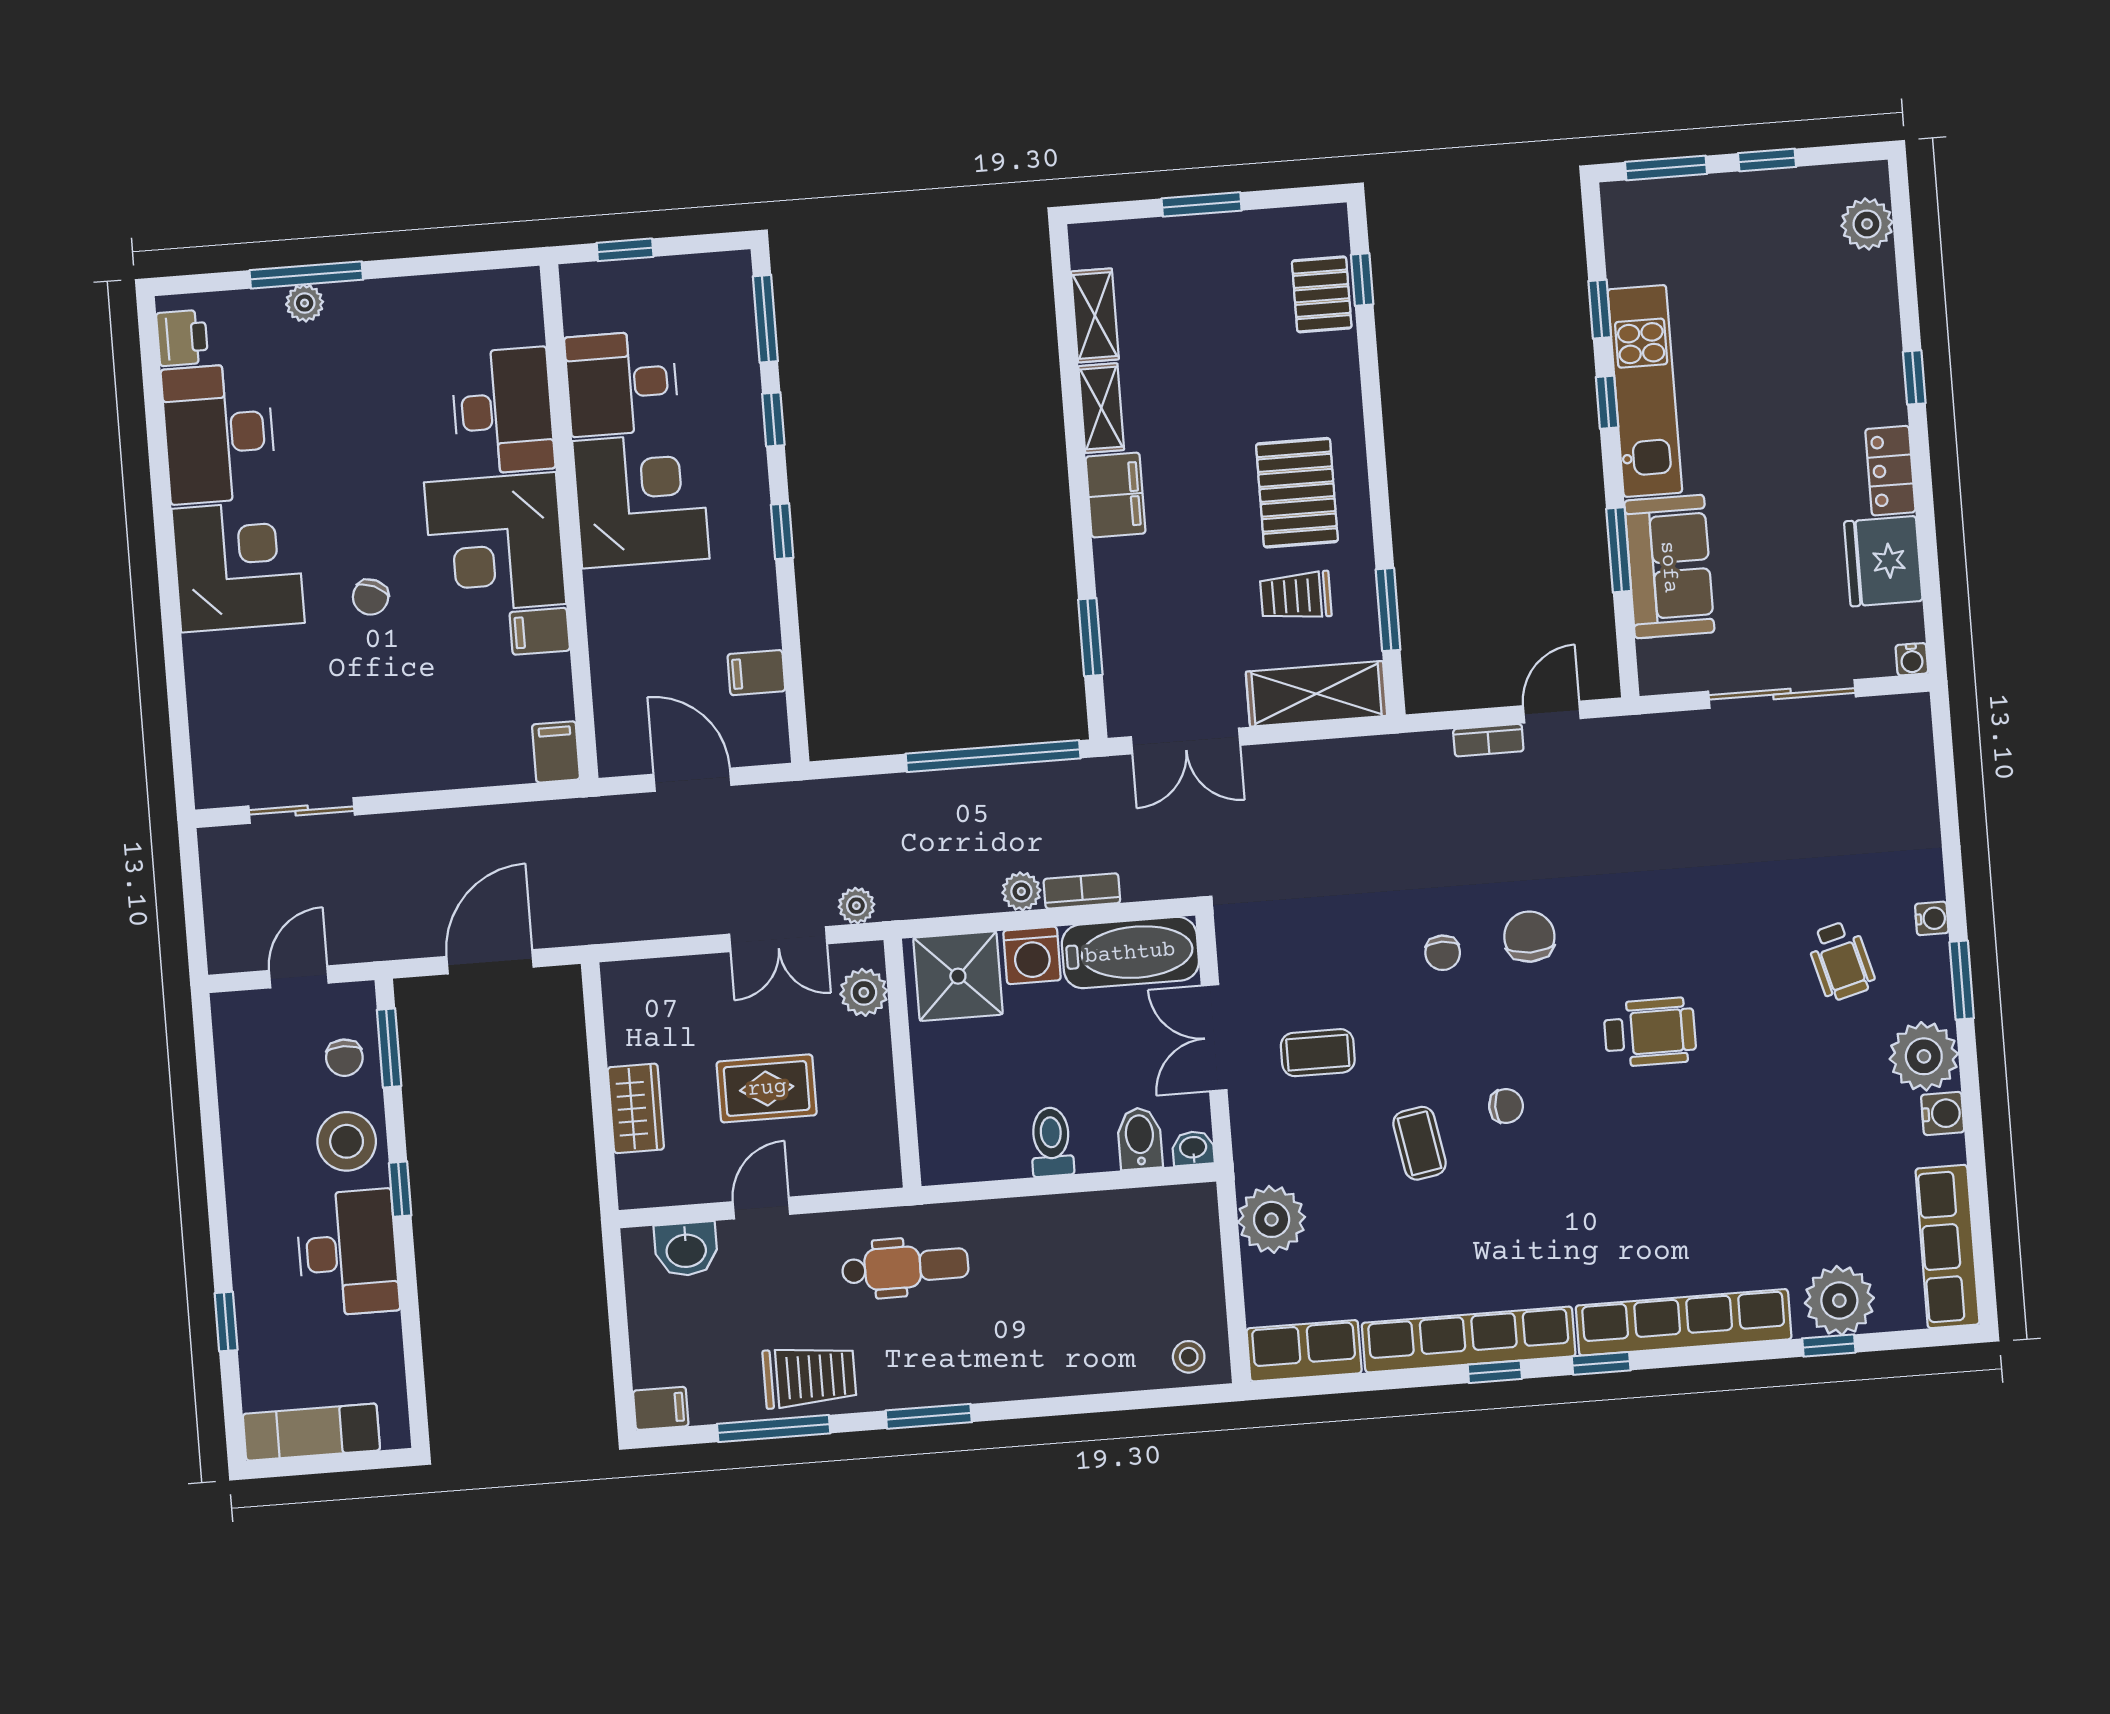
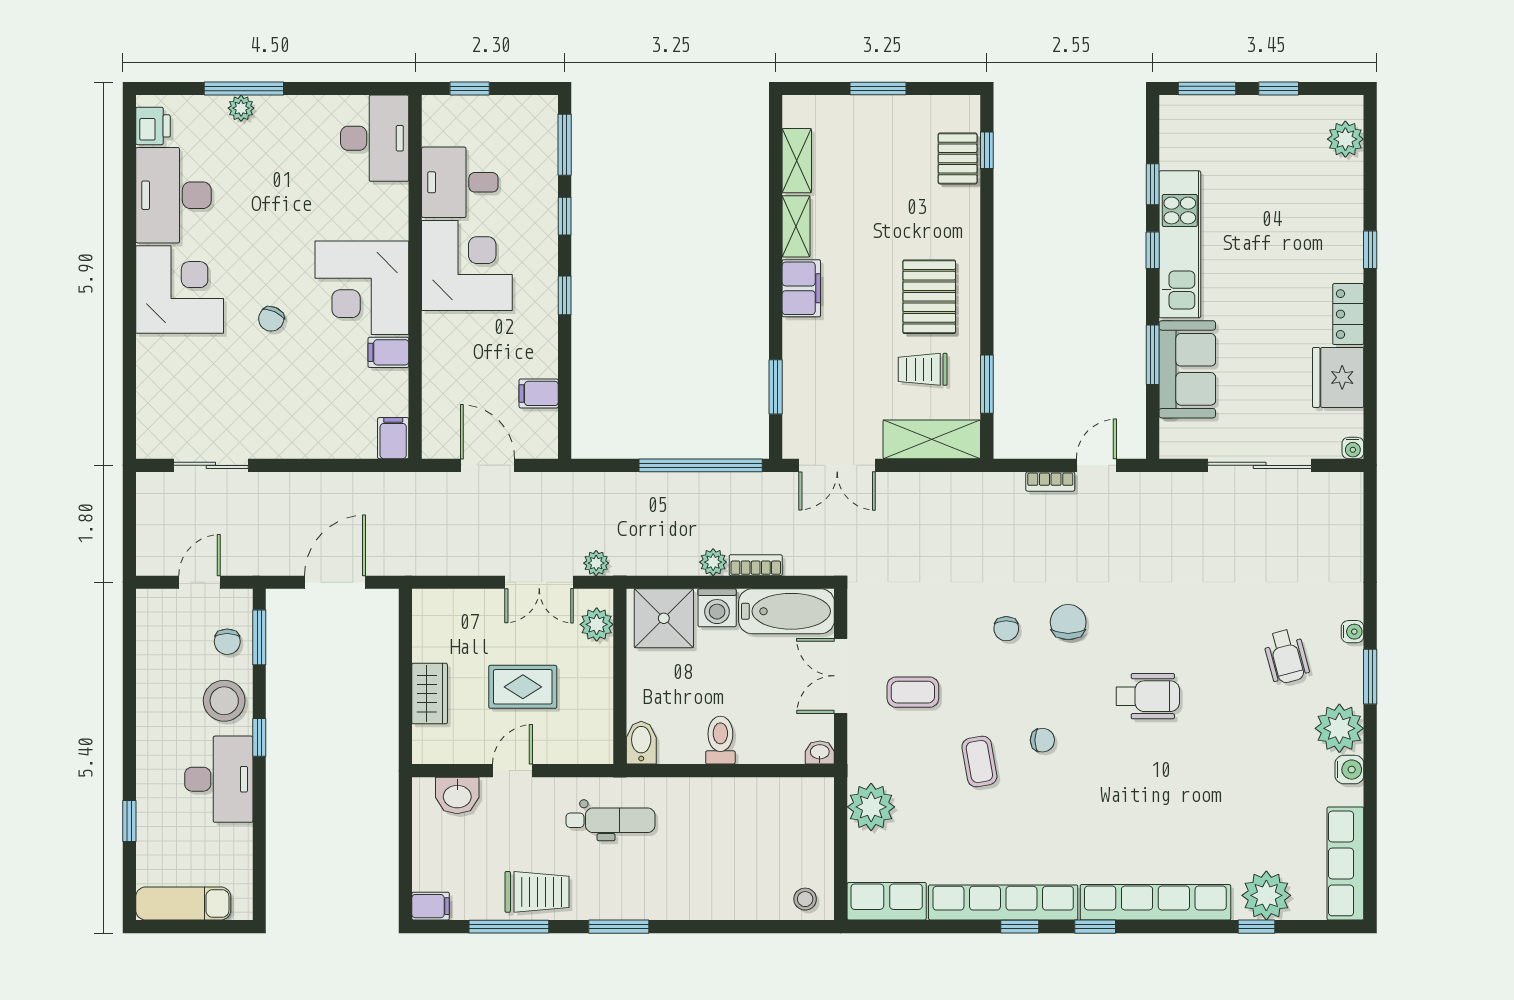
desk: (503, 411) -> (375, 138), moved
bidet: (1140, 1138) -> (641, 743), moved

